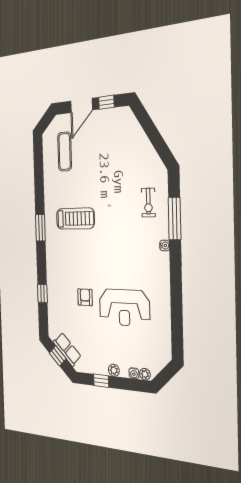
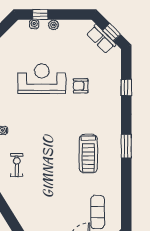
treadmill: (75, 219) -> (88, 154), turned -90
armchair: (85, 297) -> (81, 86), turned 90
plant: (145, 374) -> (24, 25), removed
window: (101, 381) -> (40, 15), moved

